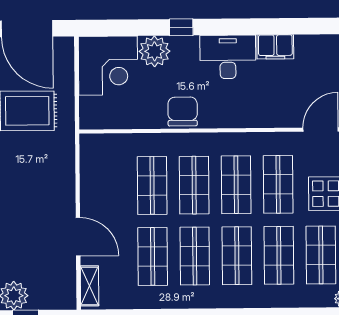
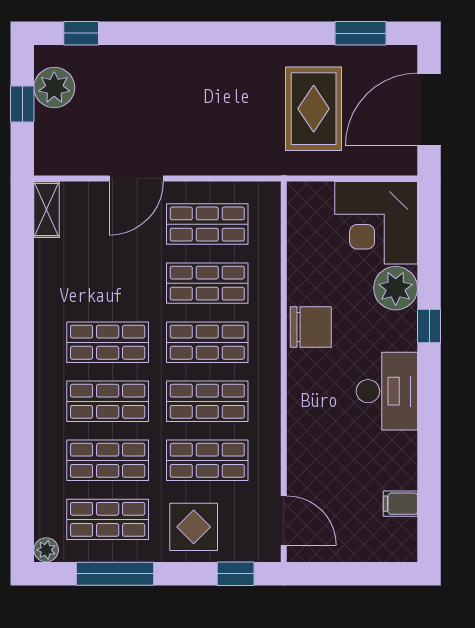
filing cabinet: (275, 47) -> (400, 504), moved, width x0.50
shop shelf: (153, 256) -> (207, 224), moved
shelving: (90, 286) -> (47, 210), moved, turned 90

